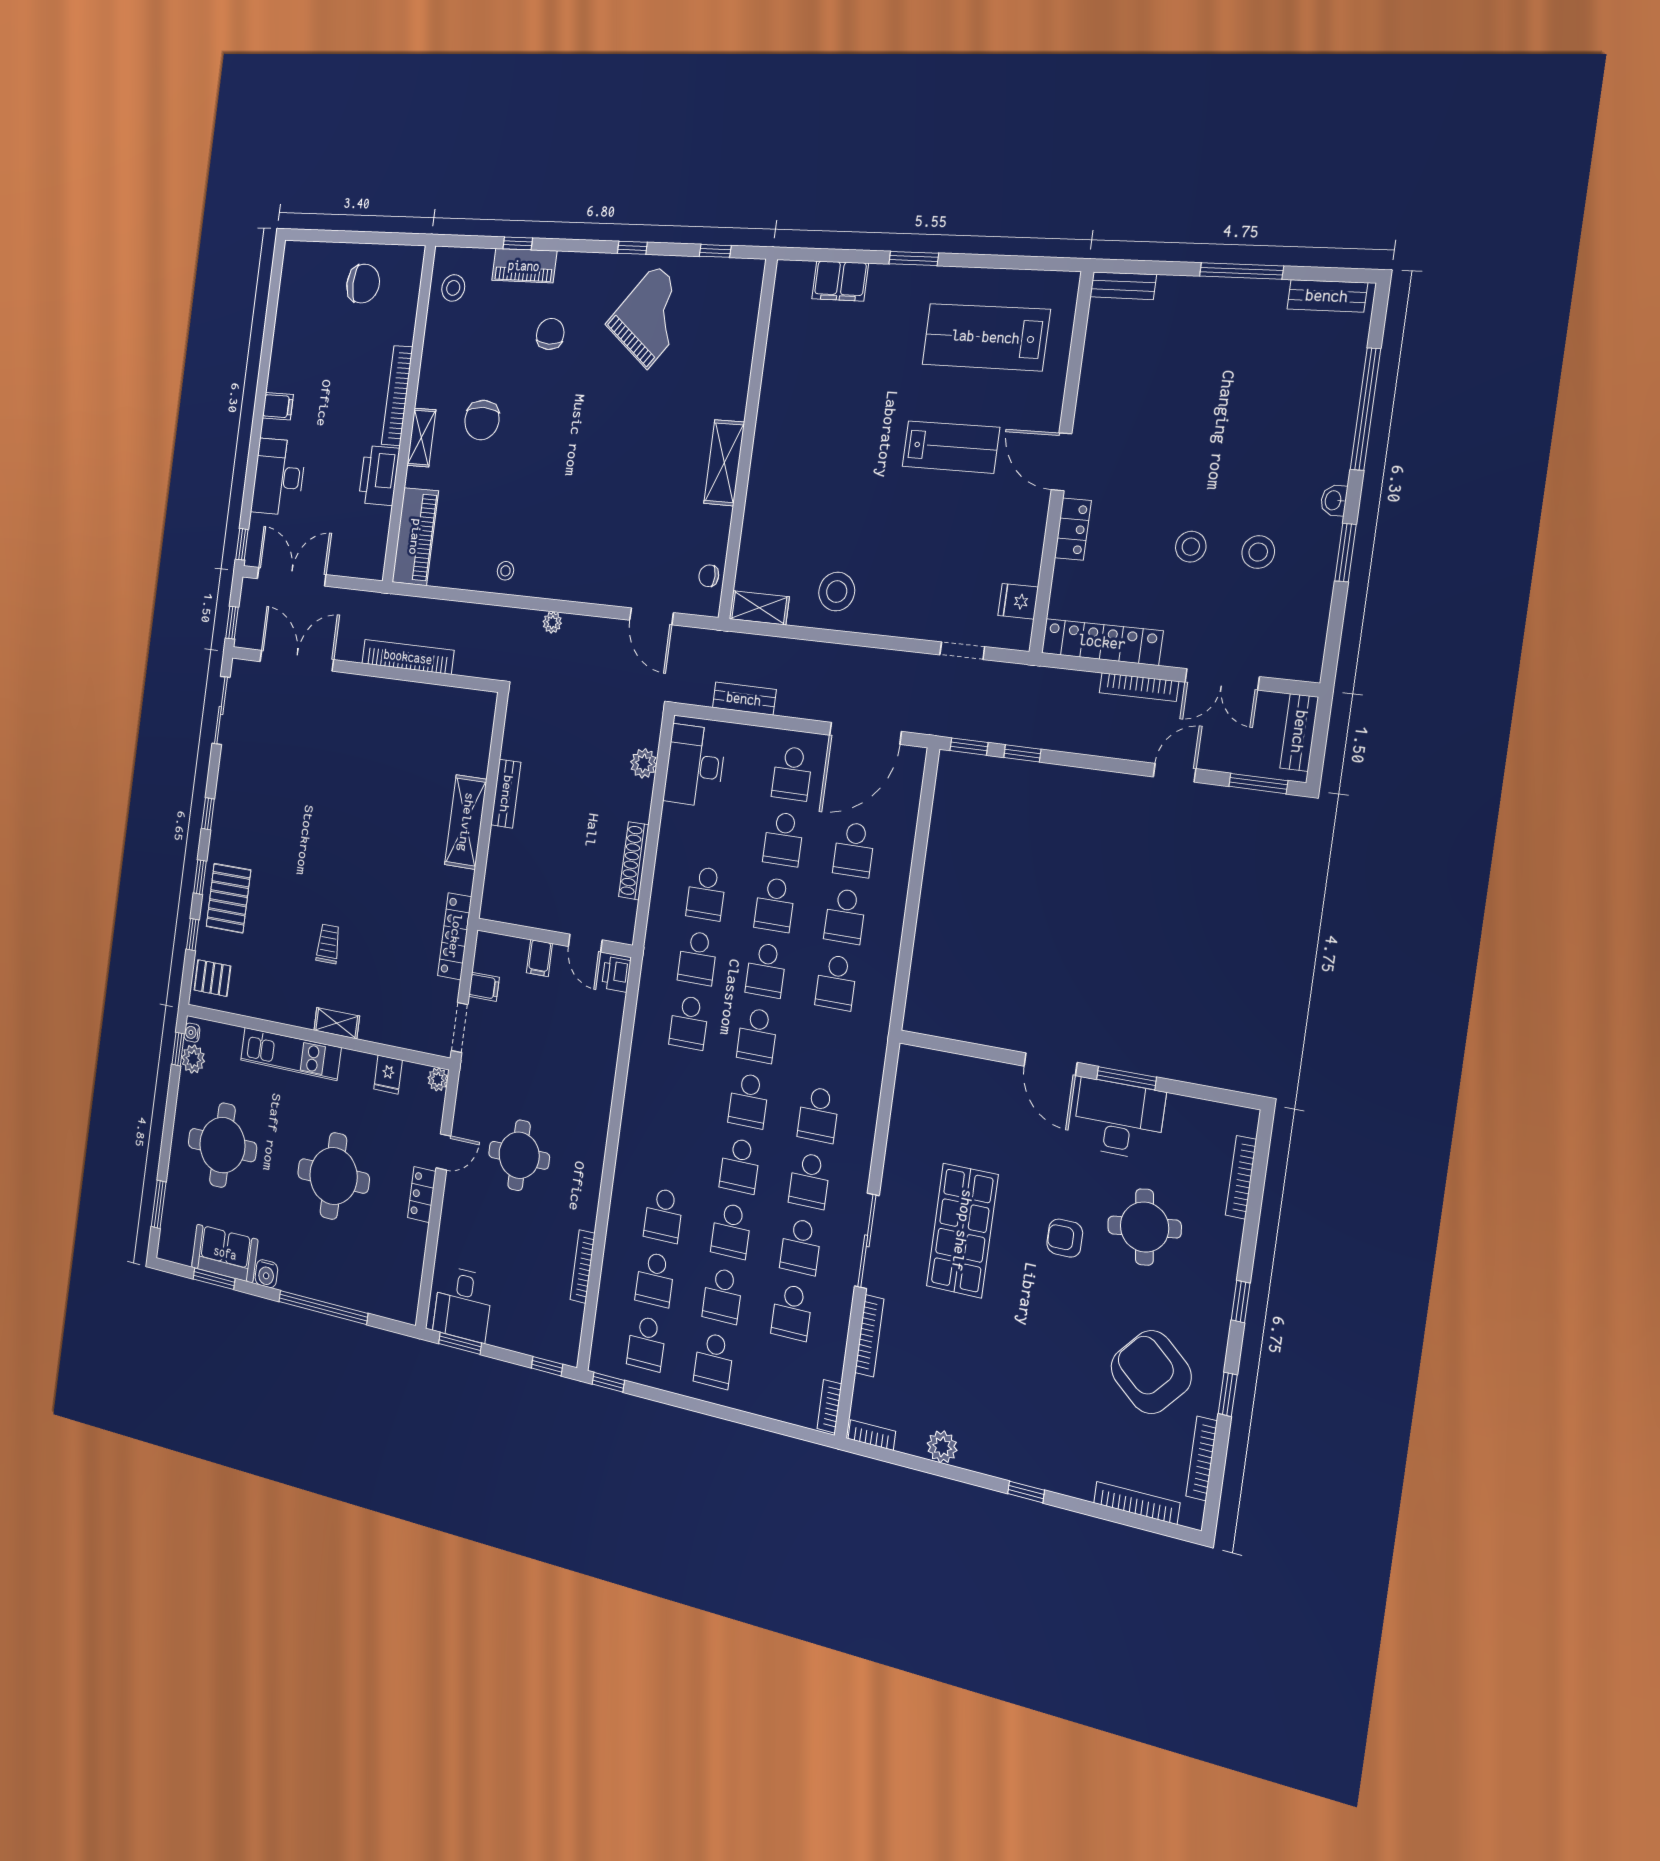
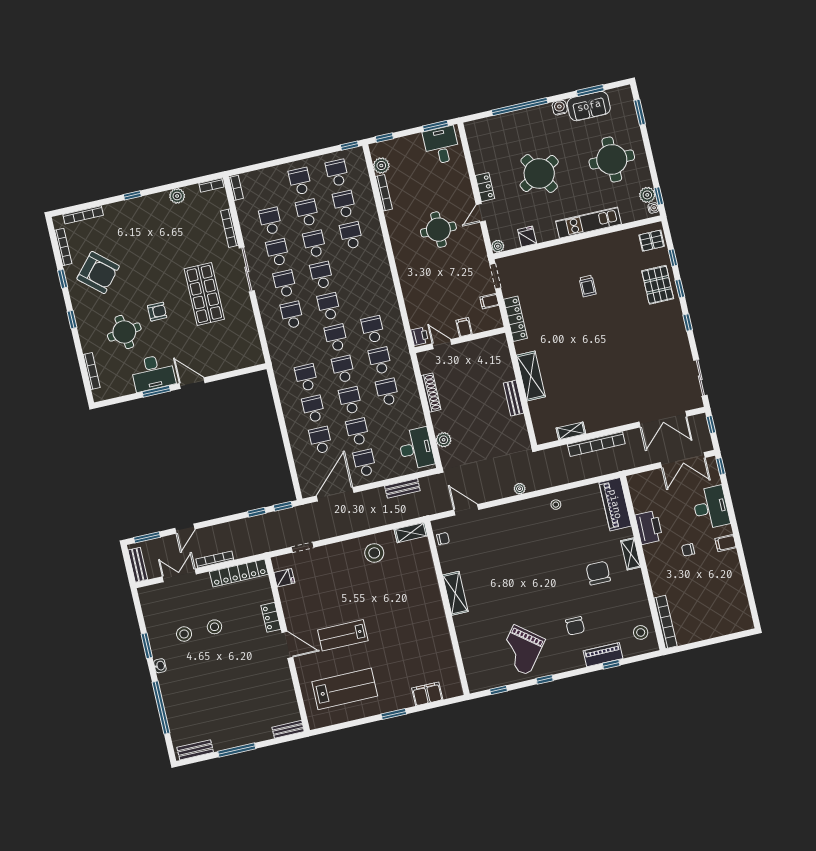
chair: (363, 284) -> (688, 550), moved, width x0.54, depth x0.54
bookcase: (397, 396) -> (665, 622), moved
shelving: (337, 1023) -> (571, 431), moved
round table: (333, 1176) -> (539, 174), turned -30
plant: (570, 1318) -> (381, 166), added

